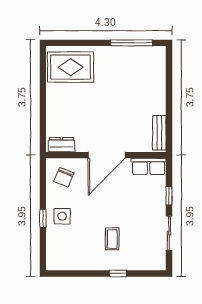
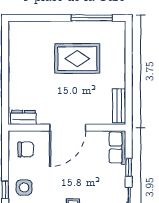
rug: (71, 67) -> (77, 59), moved
row of seats: (149, 166) -> (117, 148), moved, turned 90
chair: (64, 177) -> (26, 149), turned -112

